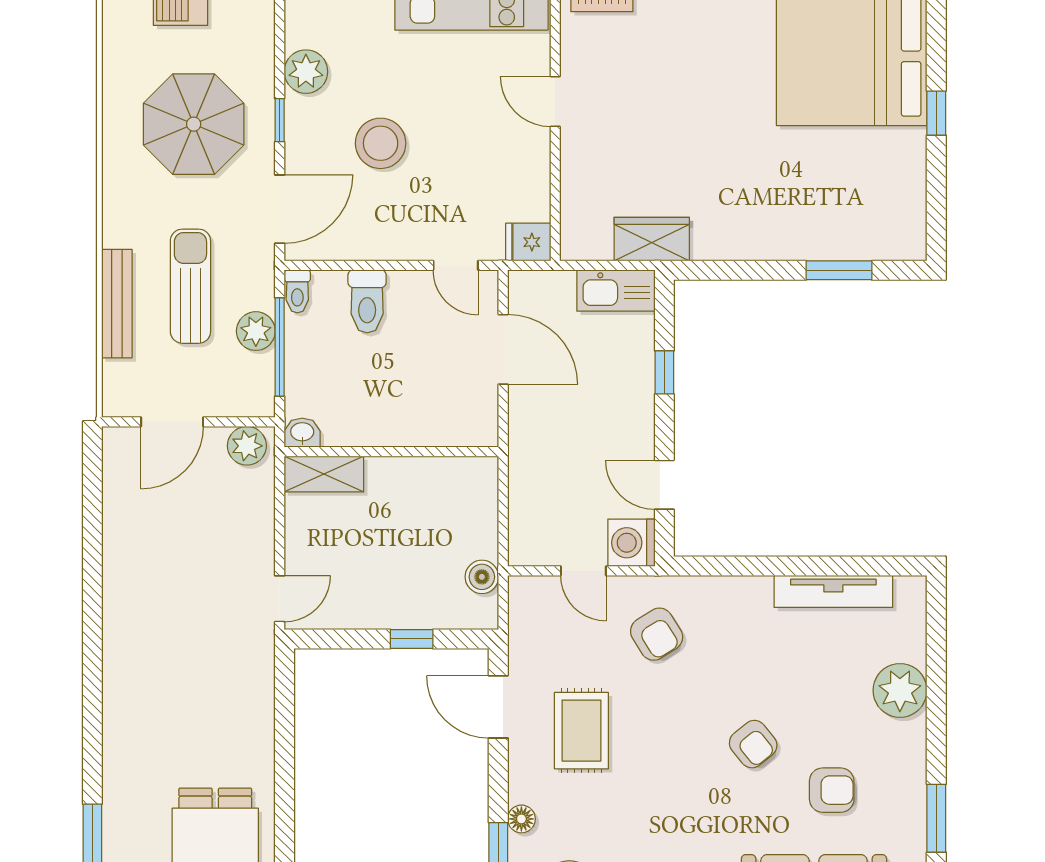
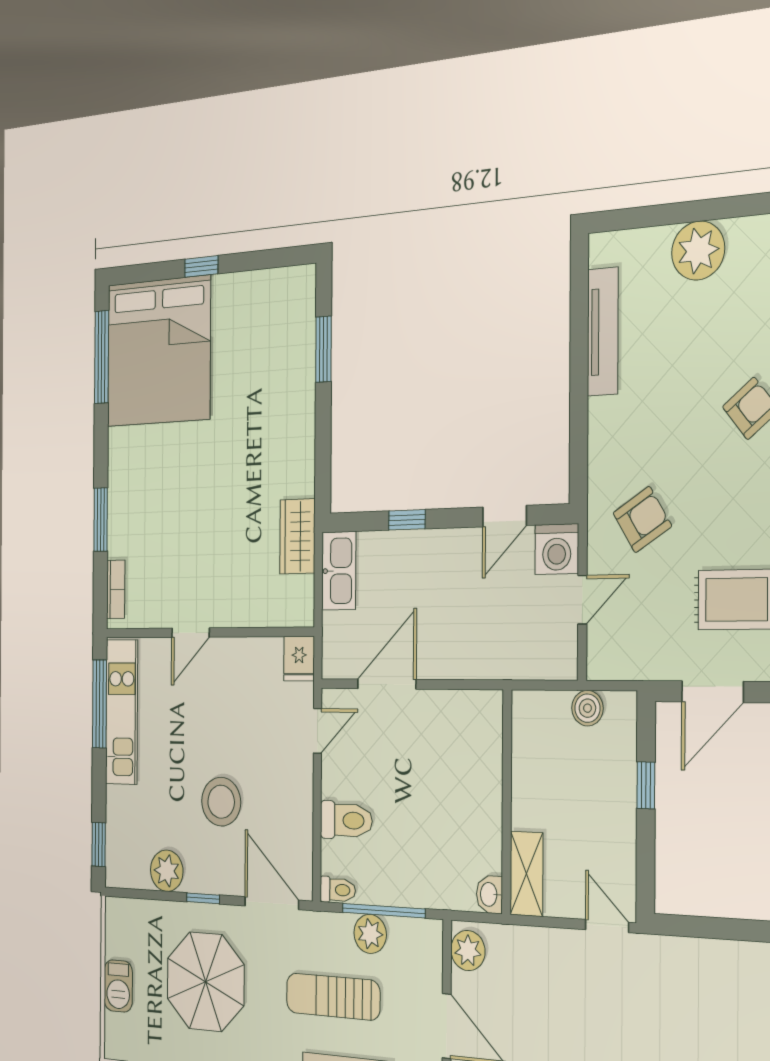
washbasin: (302, 433) -> (489, 894), moved
wall: (391, 452) -> (507, 802), moved
shelving: (324, 474) -> (527, 874), moved

